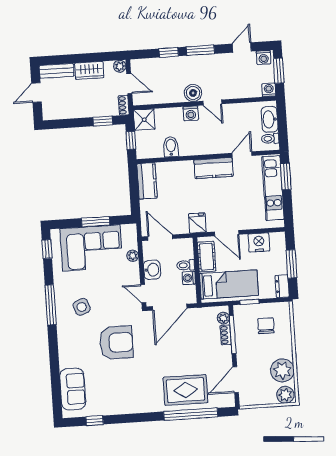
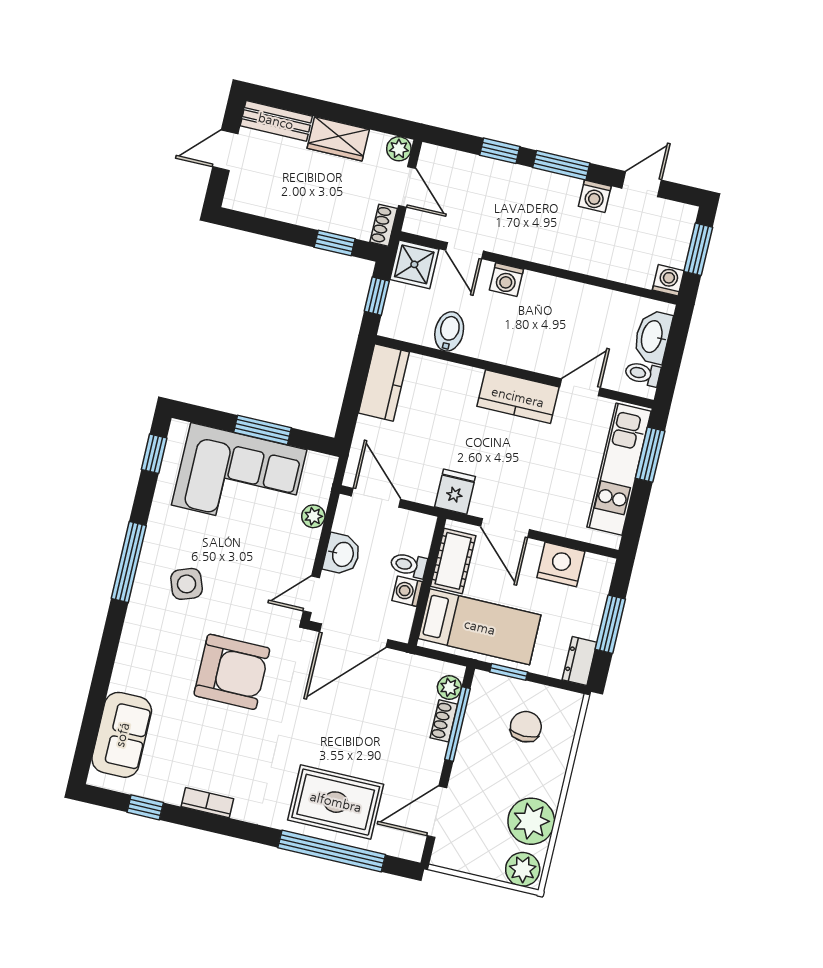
washing machine: (264, 57) -> (595, 196), moved
boiler: (193, 93) -> (523, 242), removed
door: (212, 103) -> (465, 251), moved
door: (143, 294) -> (311, 594), hinge flipped
bookcase: (124, 409) -> (207, 803), added

